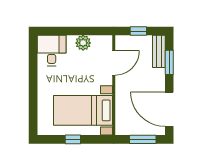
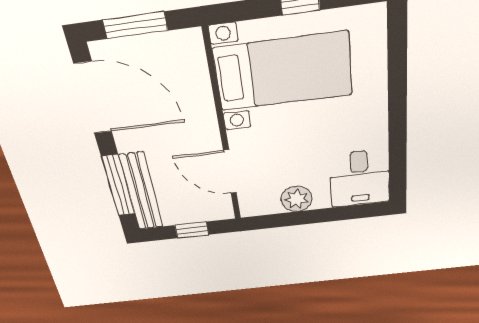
bench: (159, 51) -> (141, 192), width x1.36
window: (169, 62) -> (118, 186), width x1.44
door: (114, 63) -> (230, 172), hinge flipped

